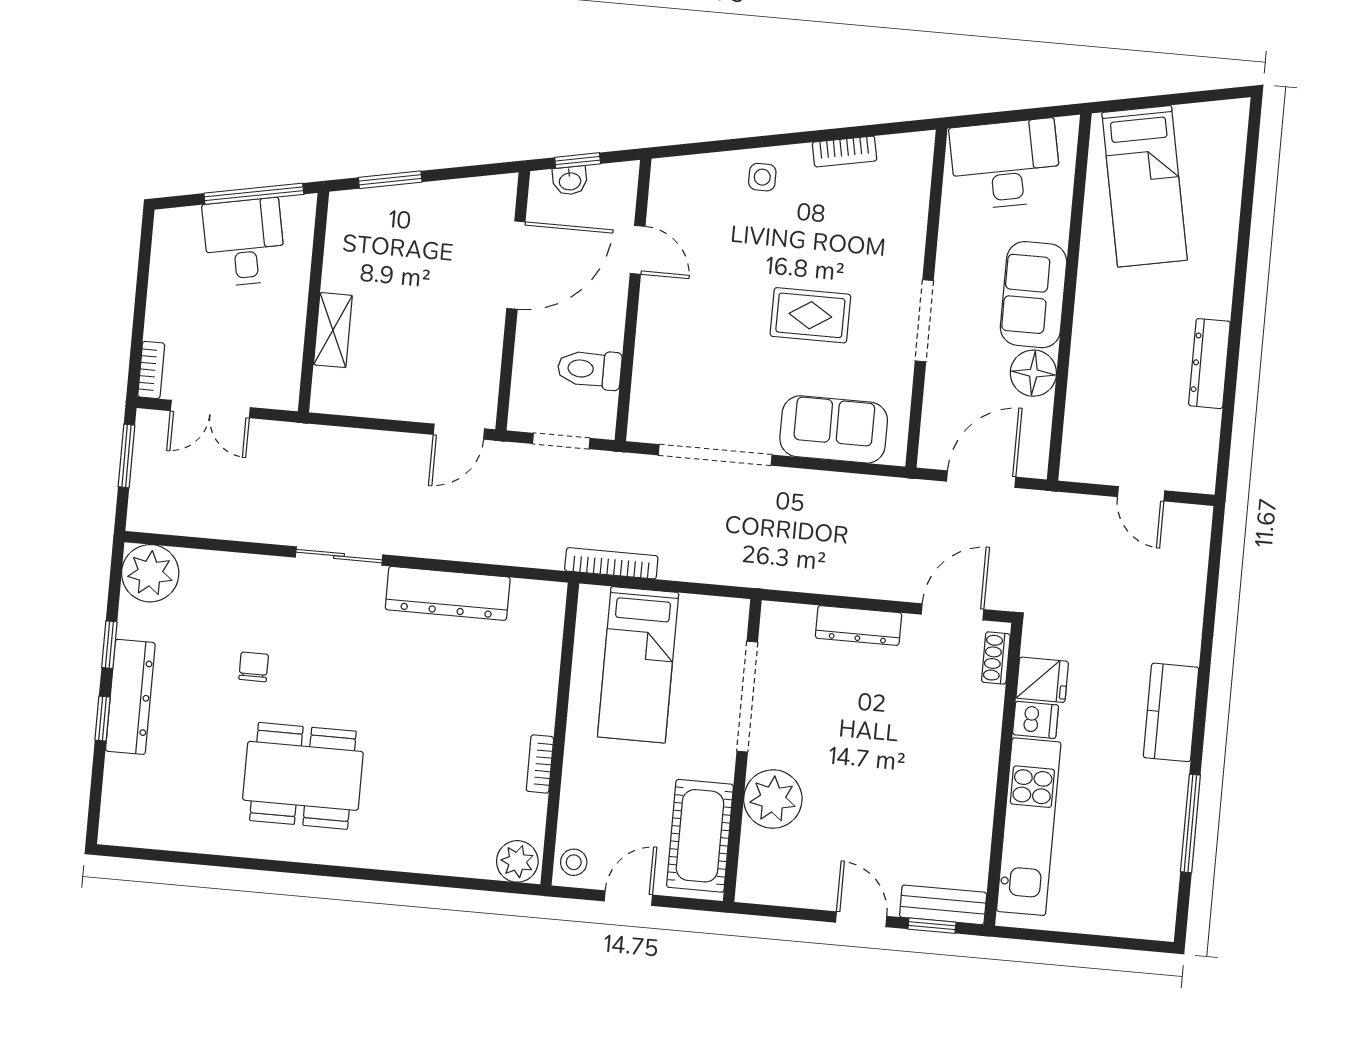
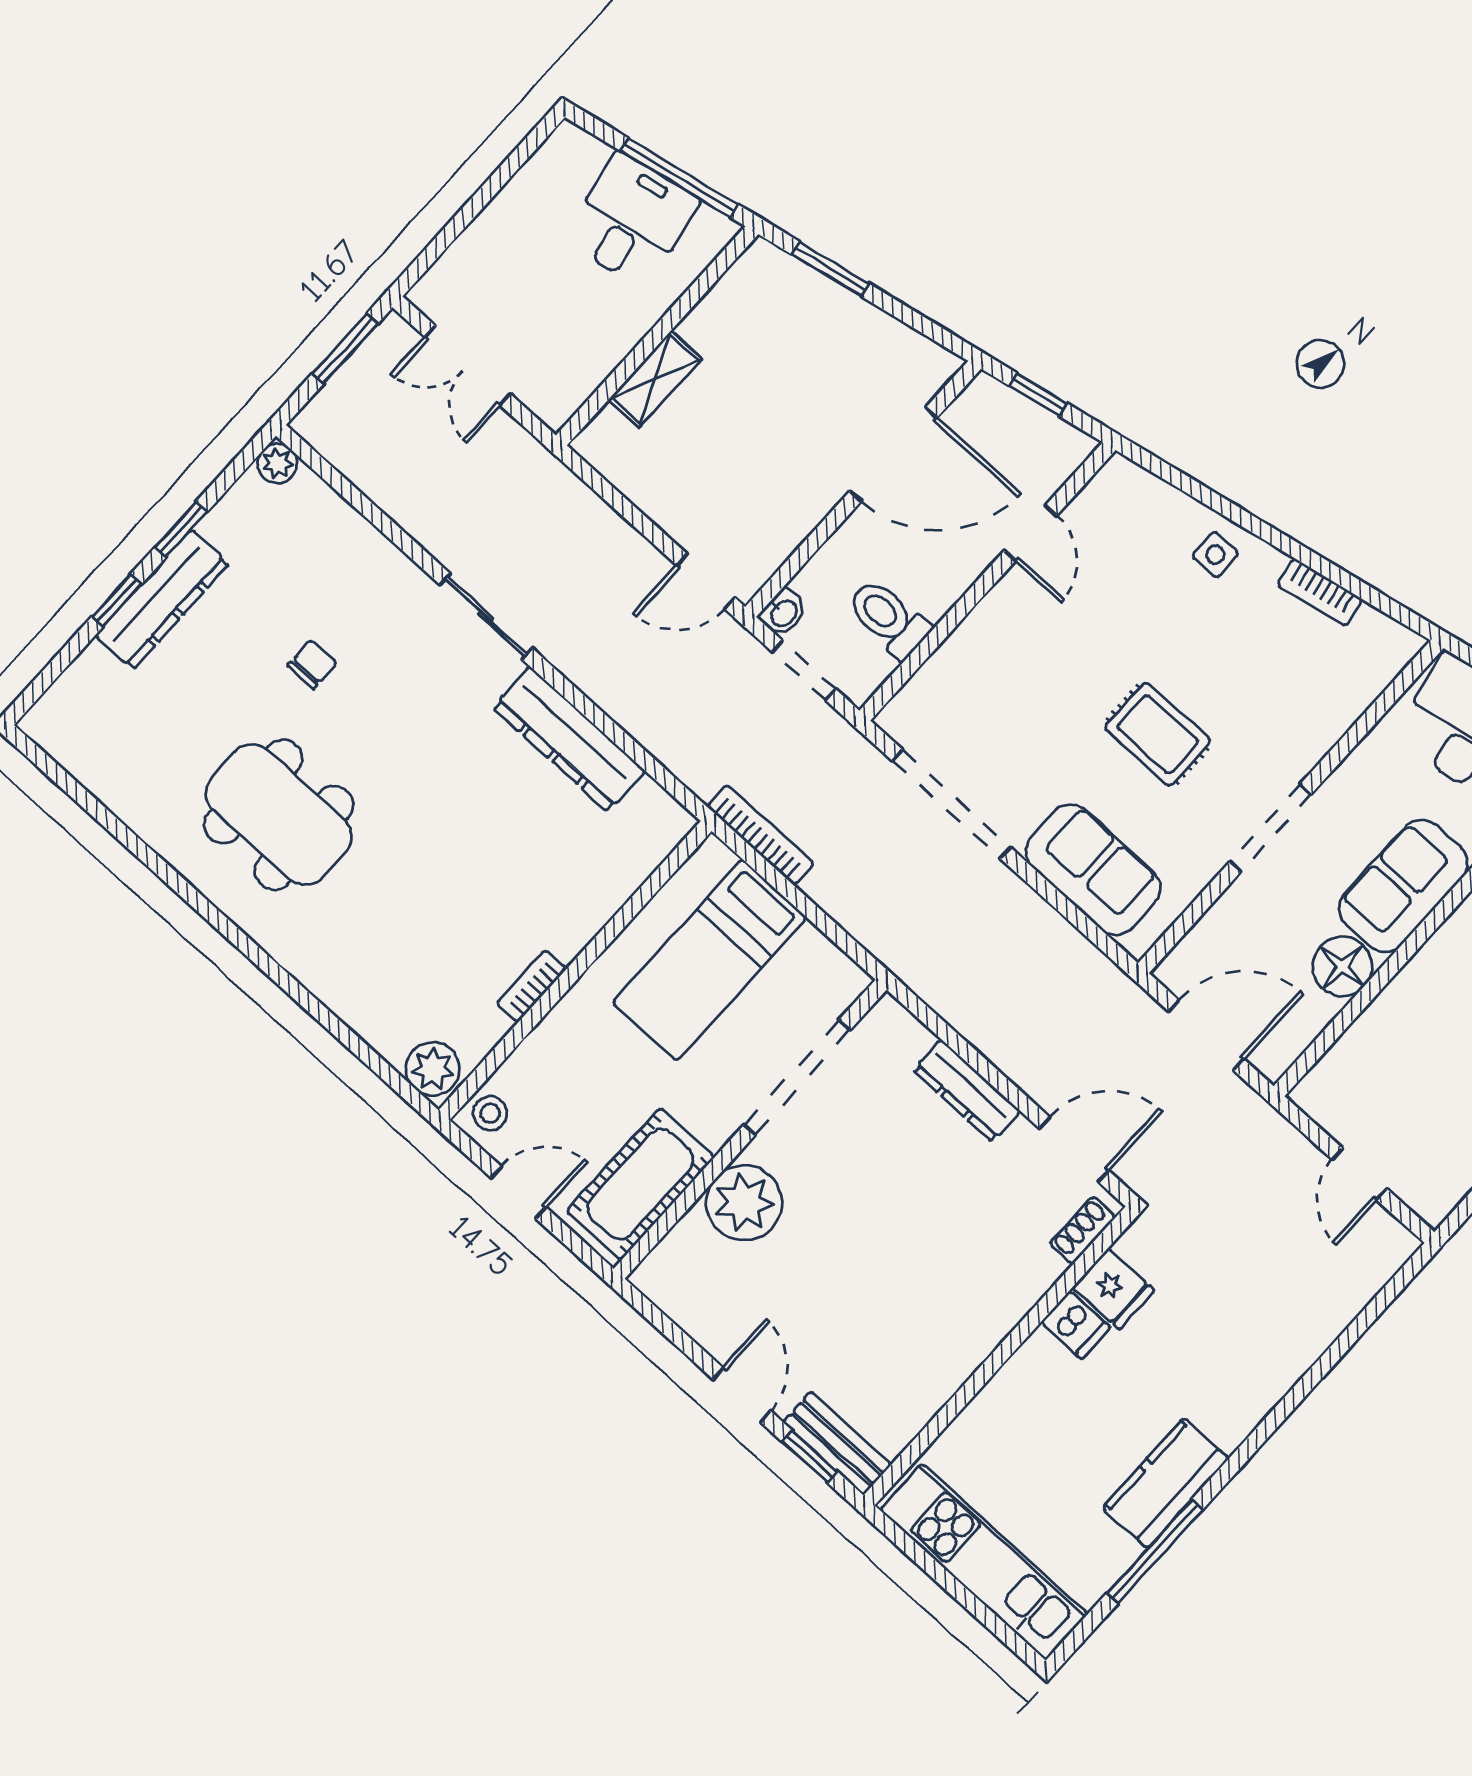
washbasin: (570, 181) -> (783, 613), moved, turned -79
bookcase: (151, 370) -> (437, 279), removed
plant: (150, 573) -> (277, 463), width x0.53, depth x0.53
kitchen counter: (1171, 712) -> (1166, 1483), moved
kitchen unit: (1029, 827) -> (984, 1562), moved, turned -90

